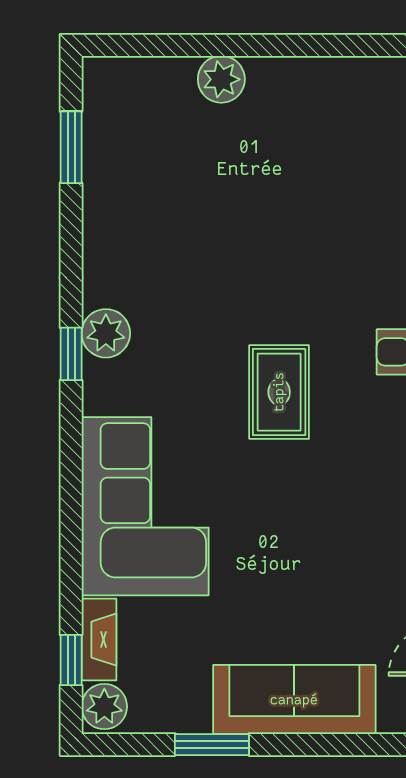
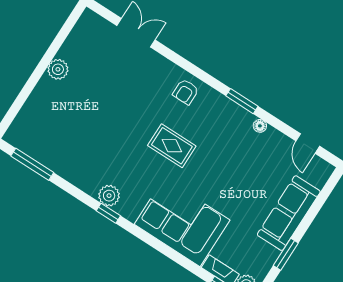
plant: (221, 79) -> (58, 69), moved
window: (71, 147) -> (32, 164), width x1.44

